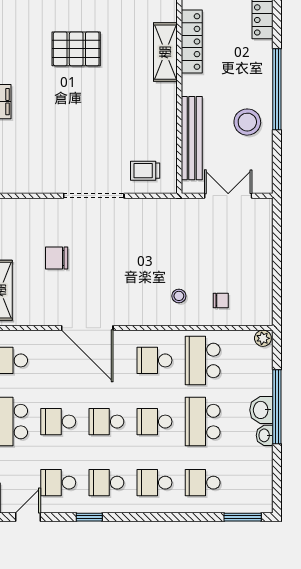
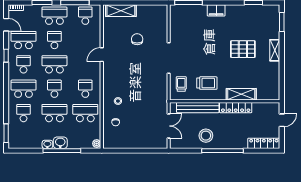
locker: (192, 41) -> (236, 108), moved
pallet: (76, 49) -> (243, 49), turned 90
trolley: (143, 120) -> (207, 83), added
door: (87, 328) -> (102, 55), width x0.53
school desk: (106, 422) -> (54, 64), width x1.85
school desk: (58, 483) -> (24, 40), width x1.85
school desk: (155, 483) -> (24, 89), width x1.85

